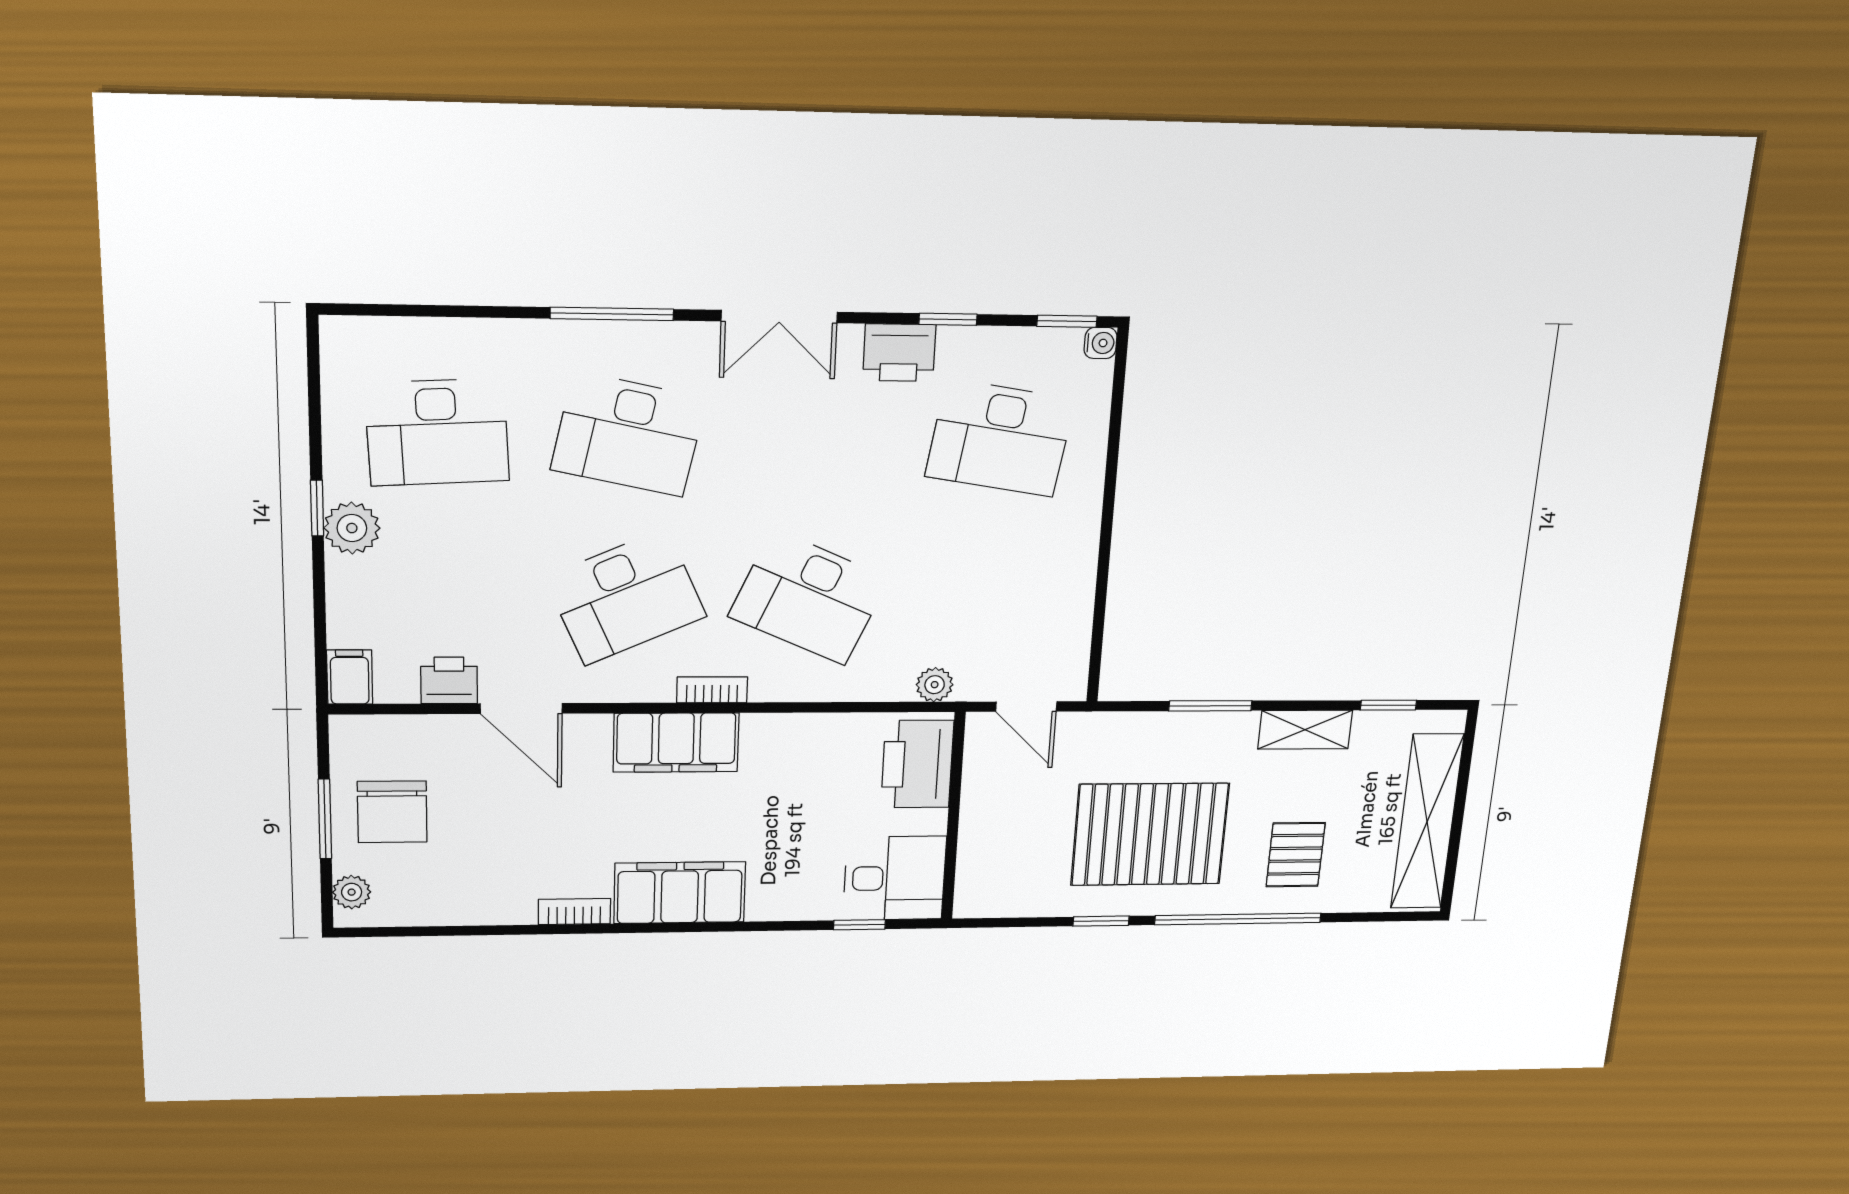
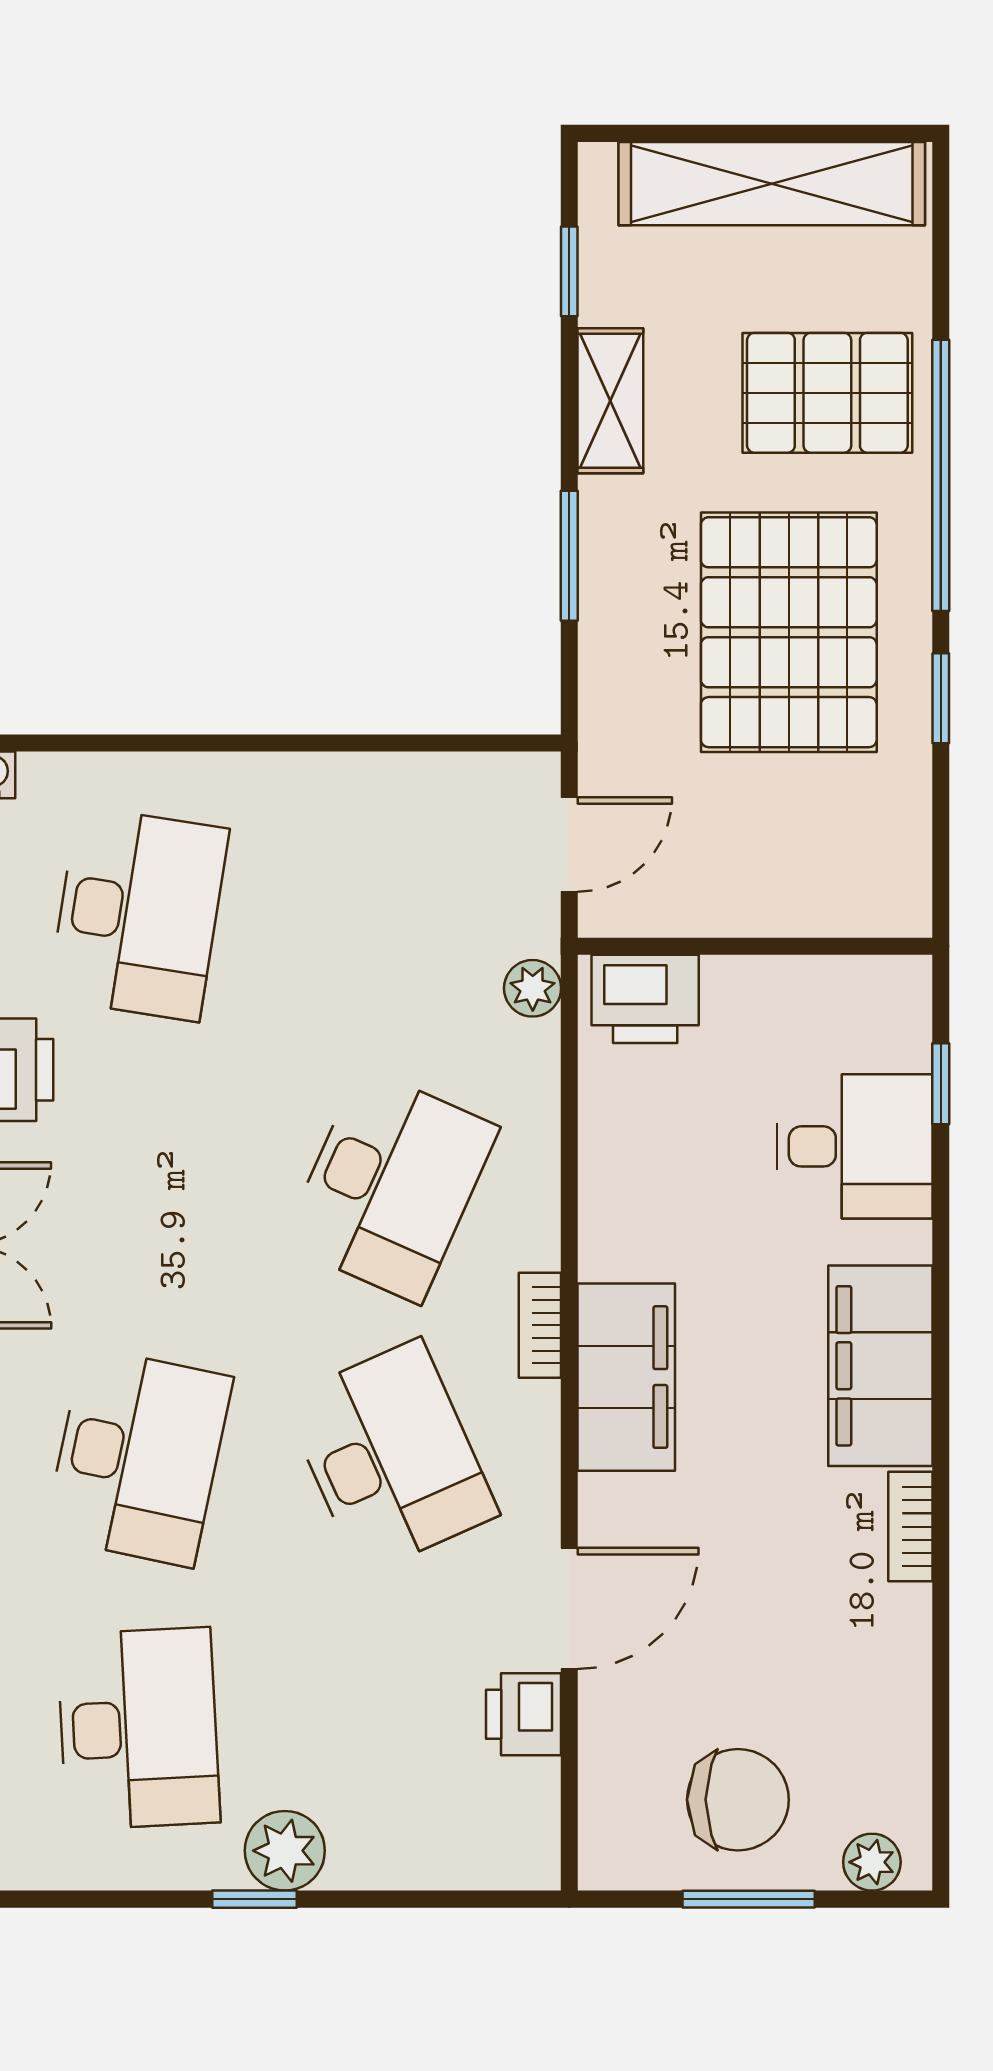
filing cabinet: (350, 677) -> (518, 1858), removed
printer: (917, 764) -> (645, 999), width x0.73, depth x0.84
pallet: (1296, 855) -> (827, 393), width x1.50, depth x1.42
desk: (895, 878) -> (854, 1146), moved, turned 90

